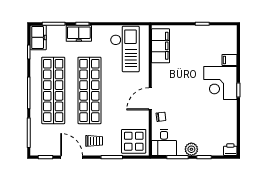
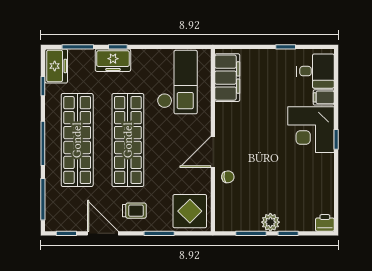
desk: (164, 142) -> (316, 71), moved, turned -90

